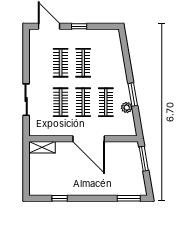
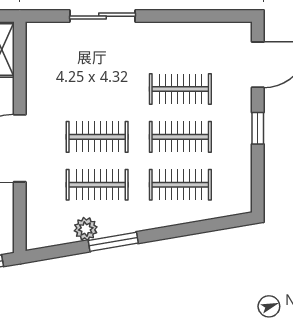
clothes rail: (61, 102) -> (180, 185), moved

